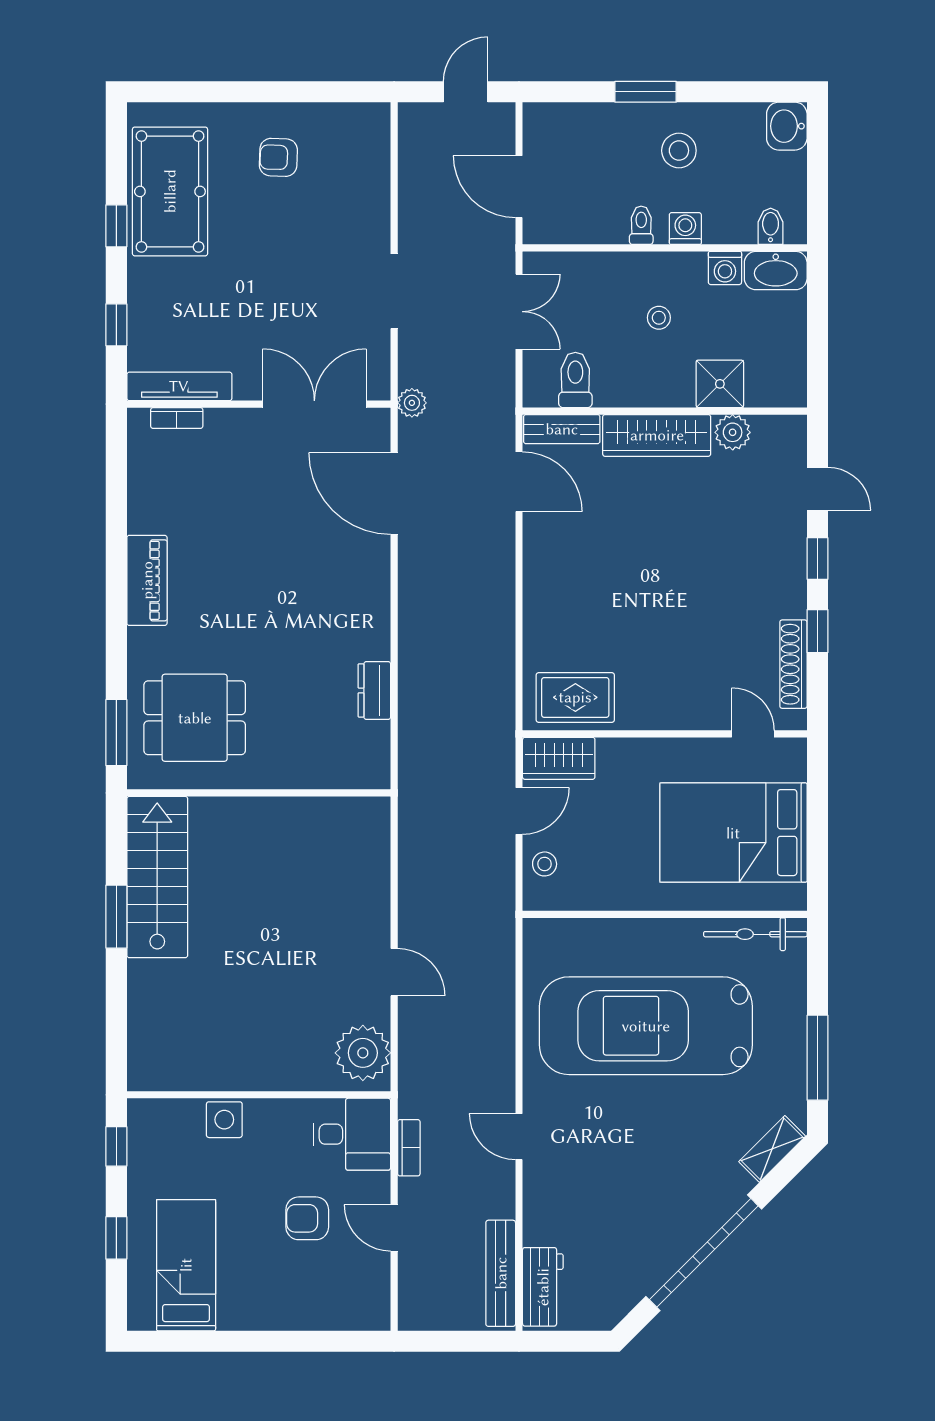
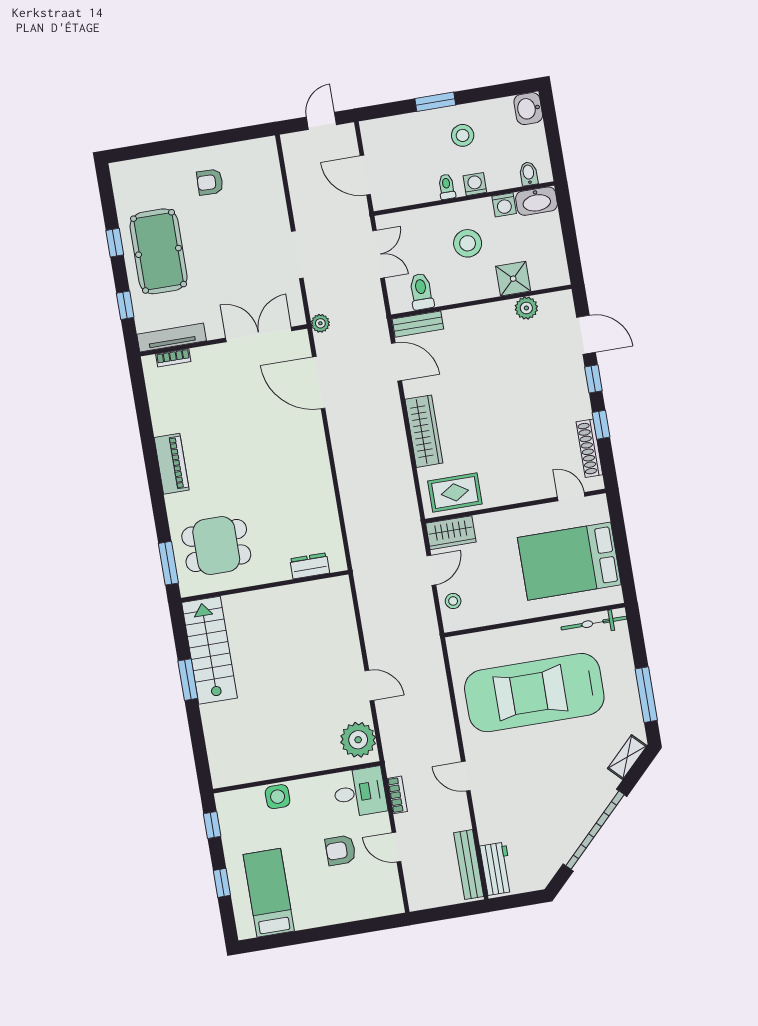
pool table: (170, 191) -> (159, 251), moved
stool: (659, 318) -> (468, 243), width x1.89, depth x1.89
wardrobe: (657, 435) -> (424, 431), moved, turned -90
door: (817, 489) -> (586, 335), width x1.38
dresser: (374, 690) -> (310, 566), moved, turned 90

